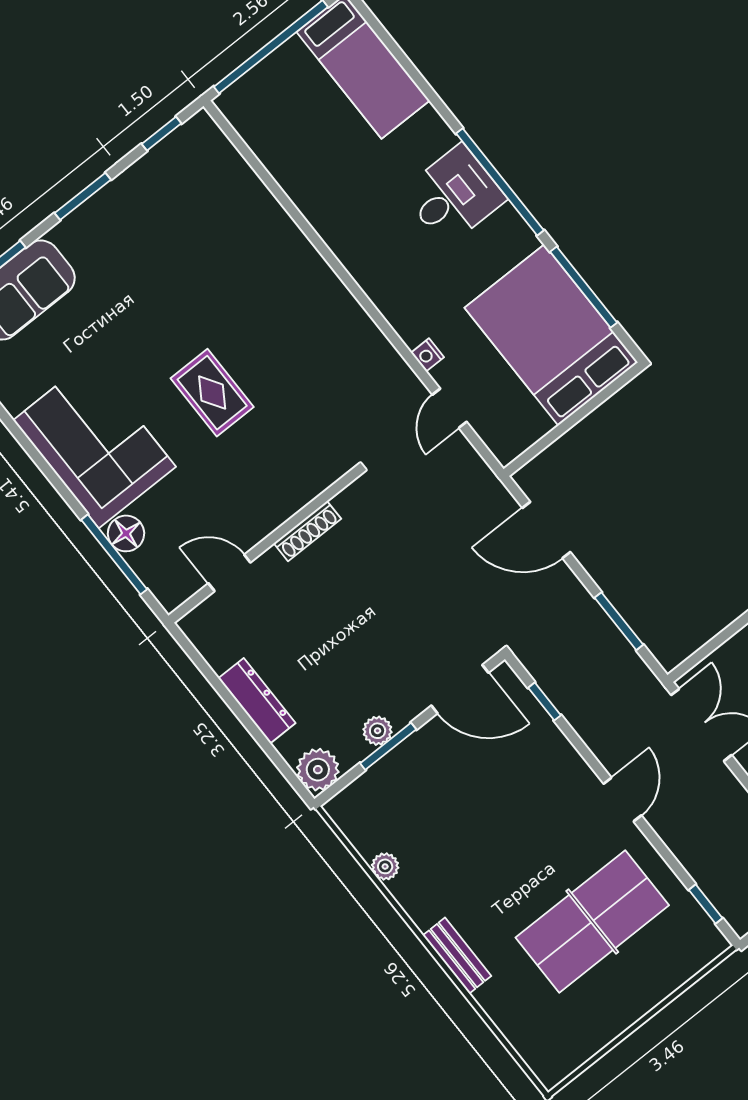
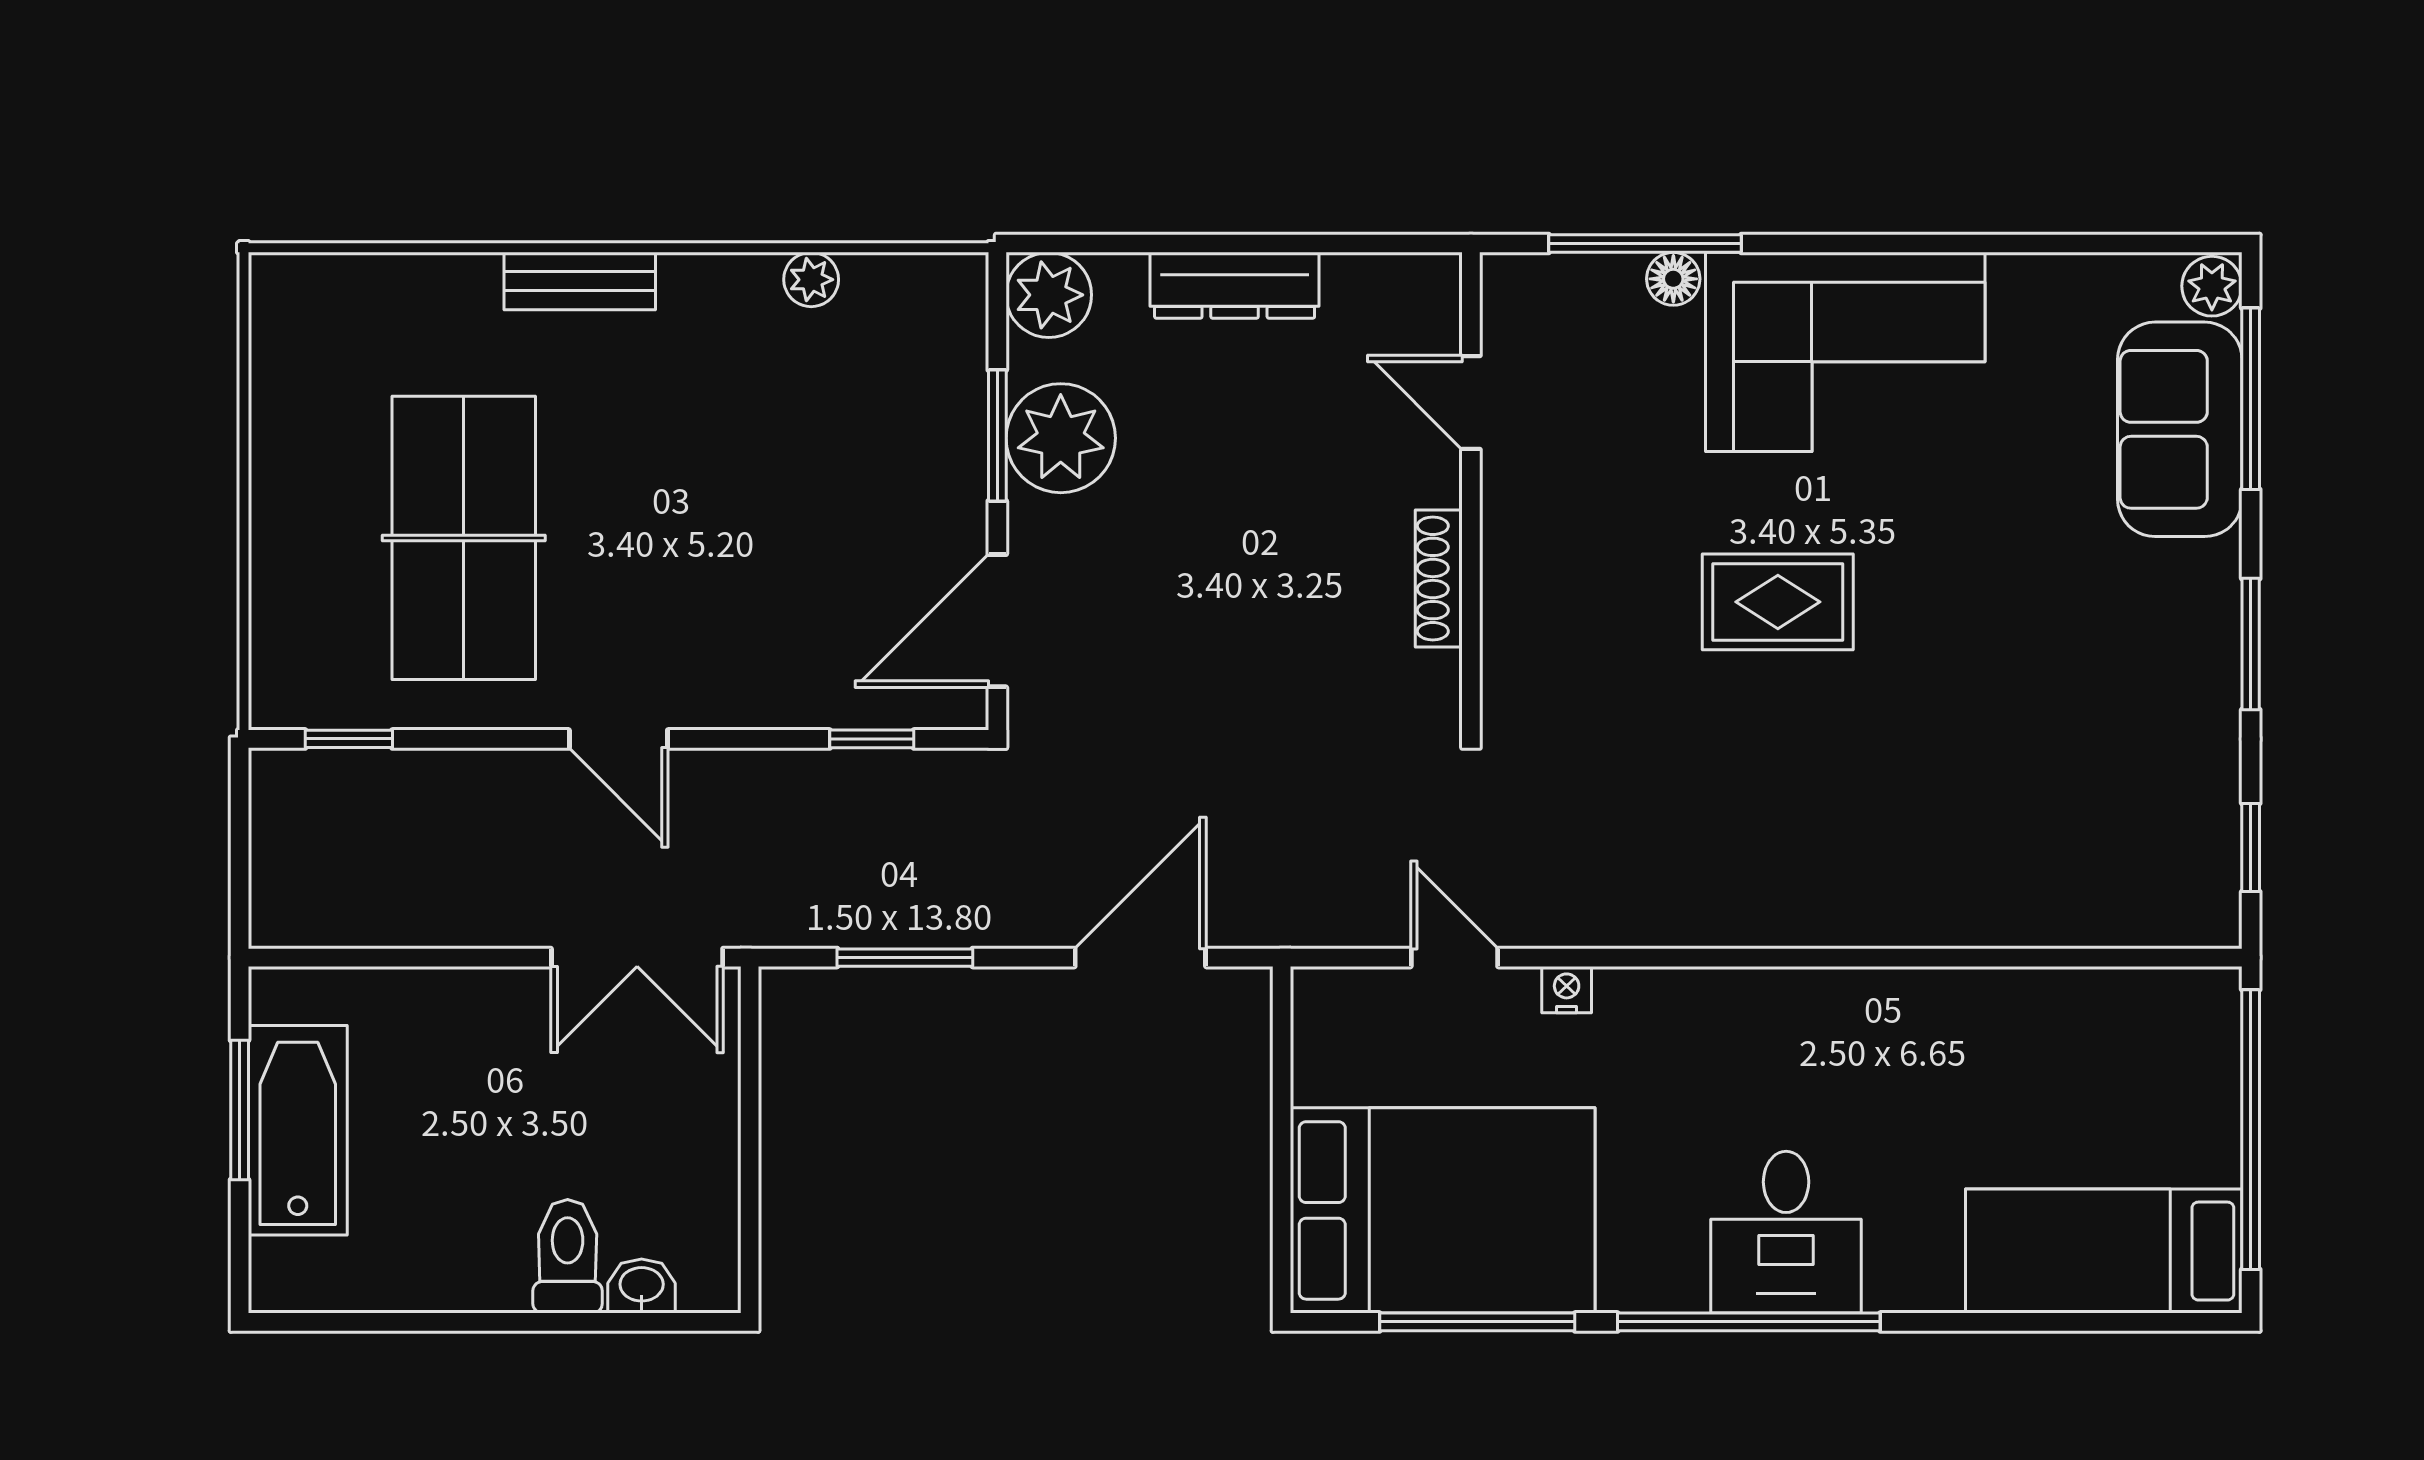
floor lamp: (126, 533) -> (1673, 279), width x0.73, depth x0.73
door: (229, 573) -> (1471, 402), swing flipped
plant: (378, 731) -> (1061, 438), width x1.88, depth x1.88

